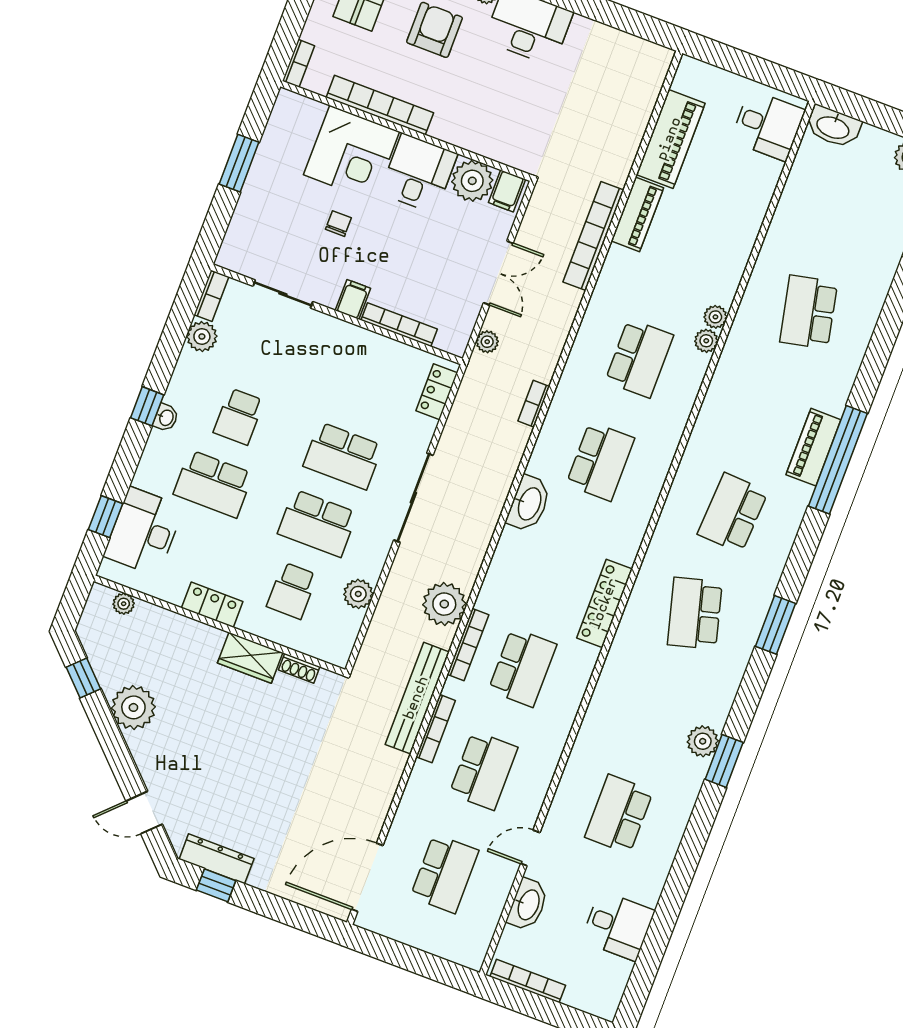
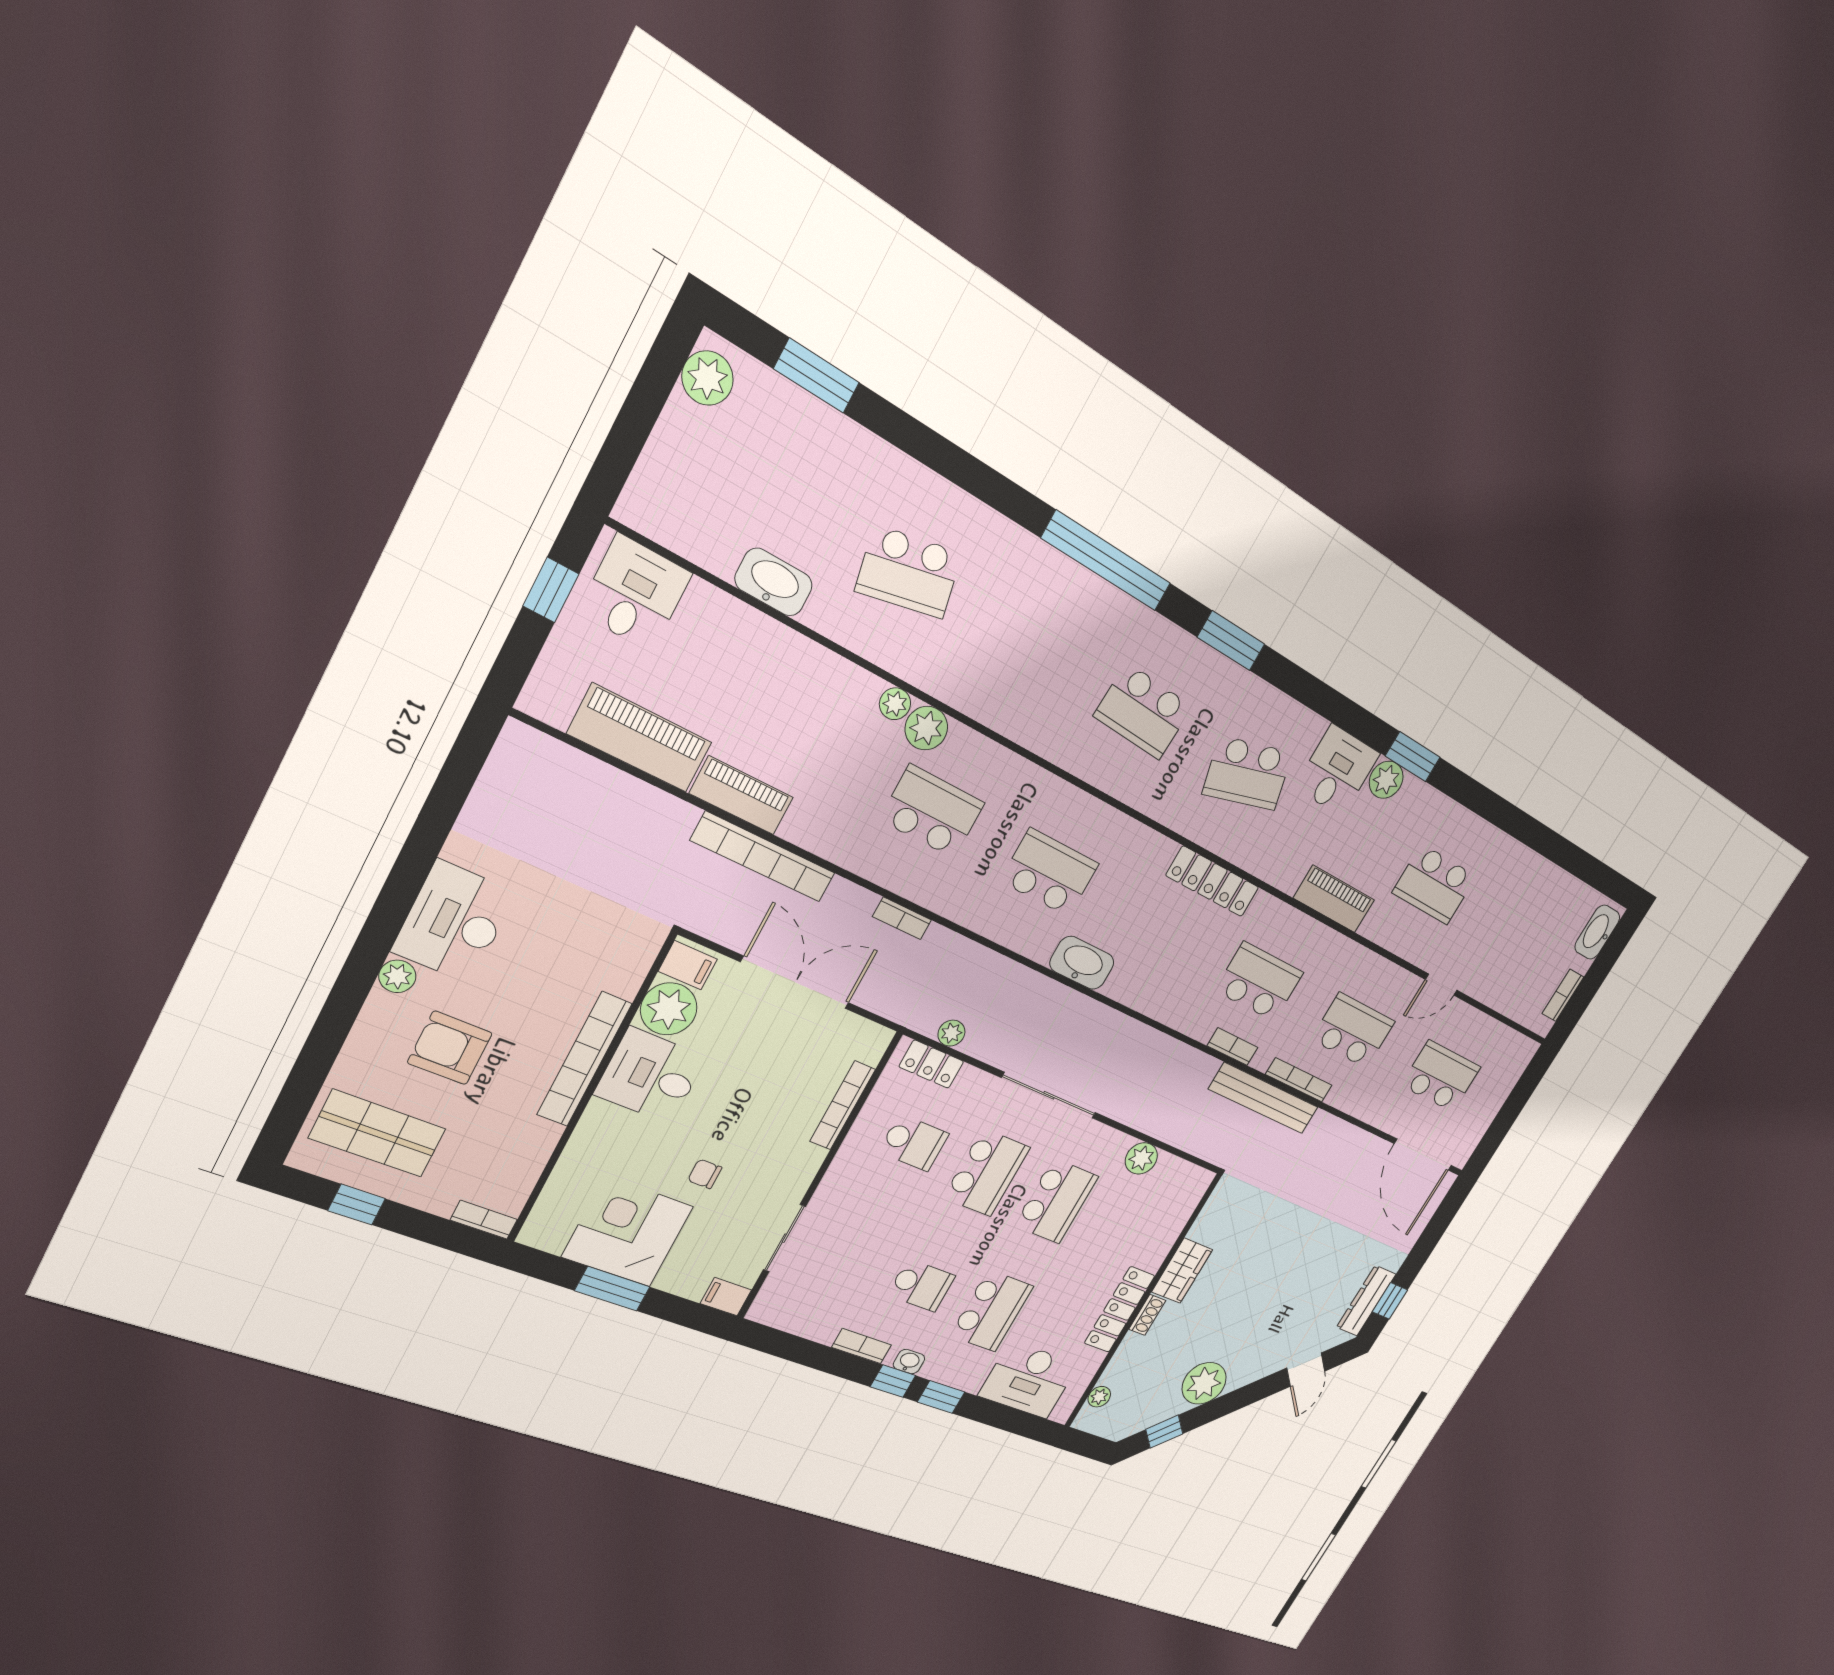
window: (762, 71) -> (551, 590), added
bookcase: (380, 105) -> (584, 1059), moved
washbasin: (833, 127) -> (774, 582), moved, turned -90
corner desk: (352, 153) -> (628, 1232), moved, turned -90
double door: (498, 273) -> (795, 983), width x1.37
bookcase: (211, 296) -> (862, 1346), moved
filing cabinet: (353, 299) -> (726, 1297), moved
plant: (202, 336) -> (822, 1326), removed
plant: (706, 341) -> (926, 728), width x1.38, depth x1.38
plant: (487, 342) -> (951, 1033), moved
bookcase: (534, 404) -> (902, 918), moved
piano: (813, 447) -> (1334, 899), moved, turned 180
window: (105, 517) -> (941, 1397), moved
school desk: (292, 591) -> (914, 1143), moved
plant: (444, 604) -> (1173, 1065), removed
locker: (212, 605) -> (1120, 1310), width x1.53
window: (775, 625) -> (1231, 641), moved
bookcase: (468, 645) -> (1233, 1047), width x0.64
shoe rack: (299, 668) -> (1147, 1315), moved
door: (530, 848) -> (1441, 985), hinge flipped
washbasin: (528, 905) -> (1597, 932), moved, turned -90
desk: (618, 926) -> (1337, 771), moved
bookcase: (528, 981) -> (1563, 995), width x0.64

